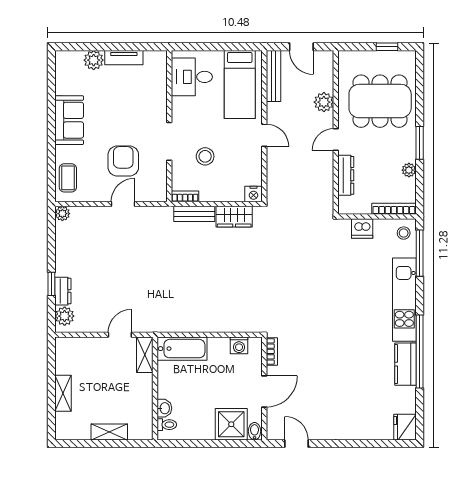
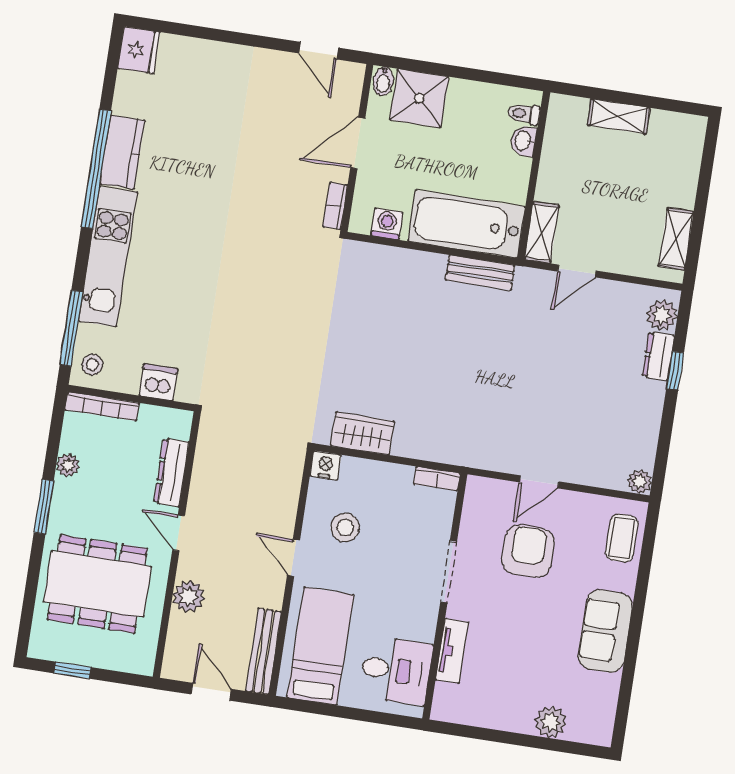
tv unit: (124, 58) -> (452, 651), moved, turned 90
door: (336, 140) -> (179, 533), swing flipped
stool: (205, 156) -> (345, 527), moved
armchair: (123, 161) -> (528, 551), turned 180
bench: (194, 214) -> (480, 272), moved
bathtub: (182, 349) -> (466, 224), width x1.36, depth x1.36
shelving: (63, 393) -> (676, 239), moved

